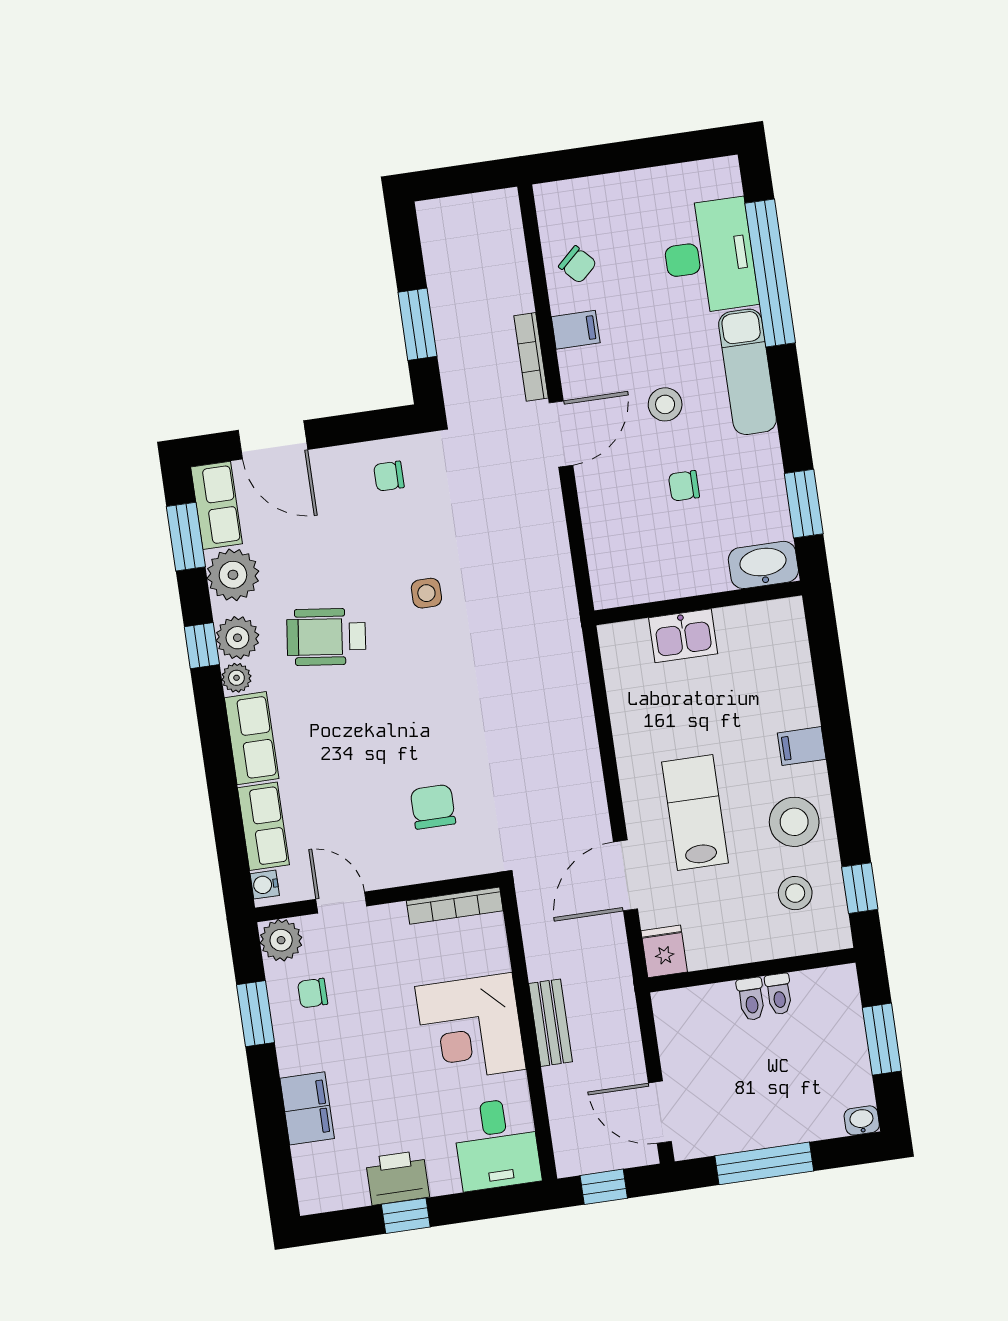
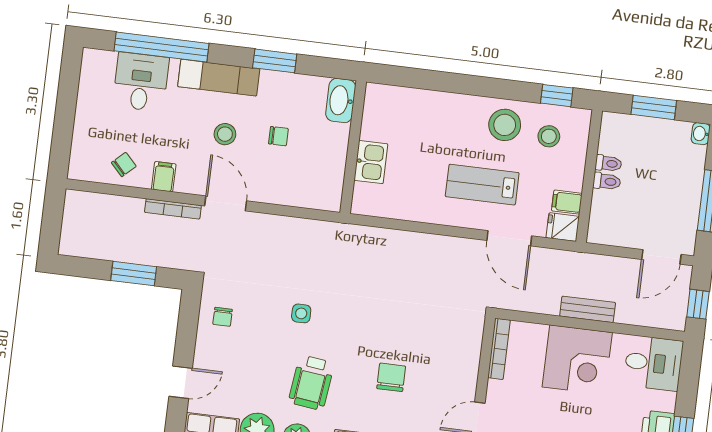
desk: (709, 256) -> (141, 82), width x0.73
door: (273, 440) -> (181, 382), width x0.73
chair: (684, 486) -> (278, 136), turned -90
window: (804, 504) -> (275, 61), moved
filing cabinet: (802, 746) -> (567, 202), moved, turned 90
chair: (433, 807) -> (391, 377), moved, turned 90

